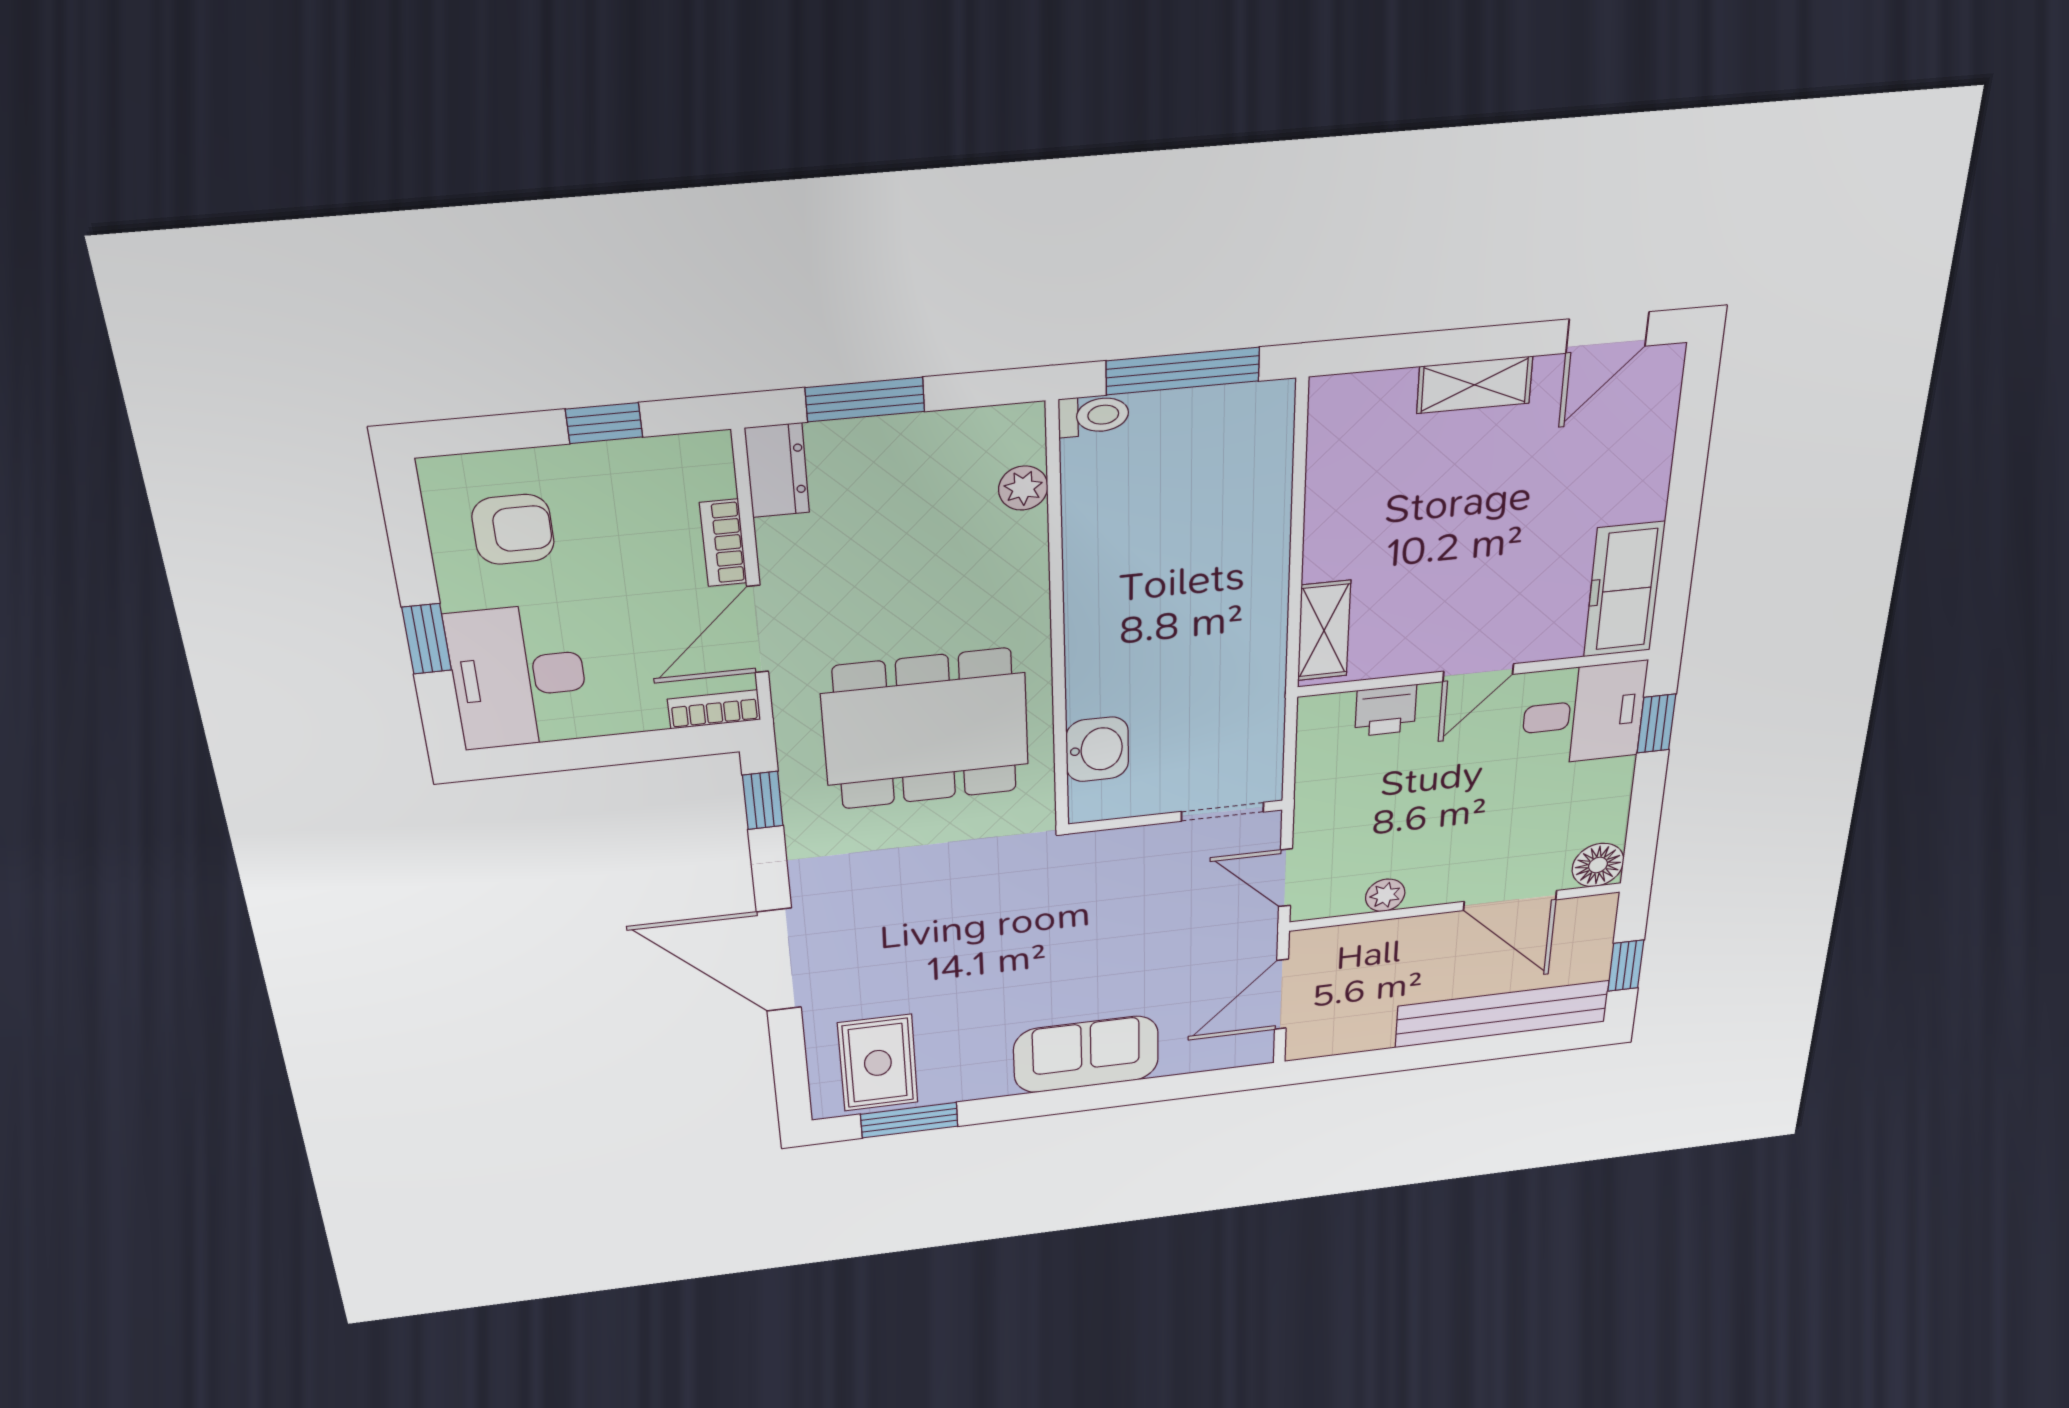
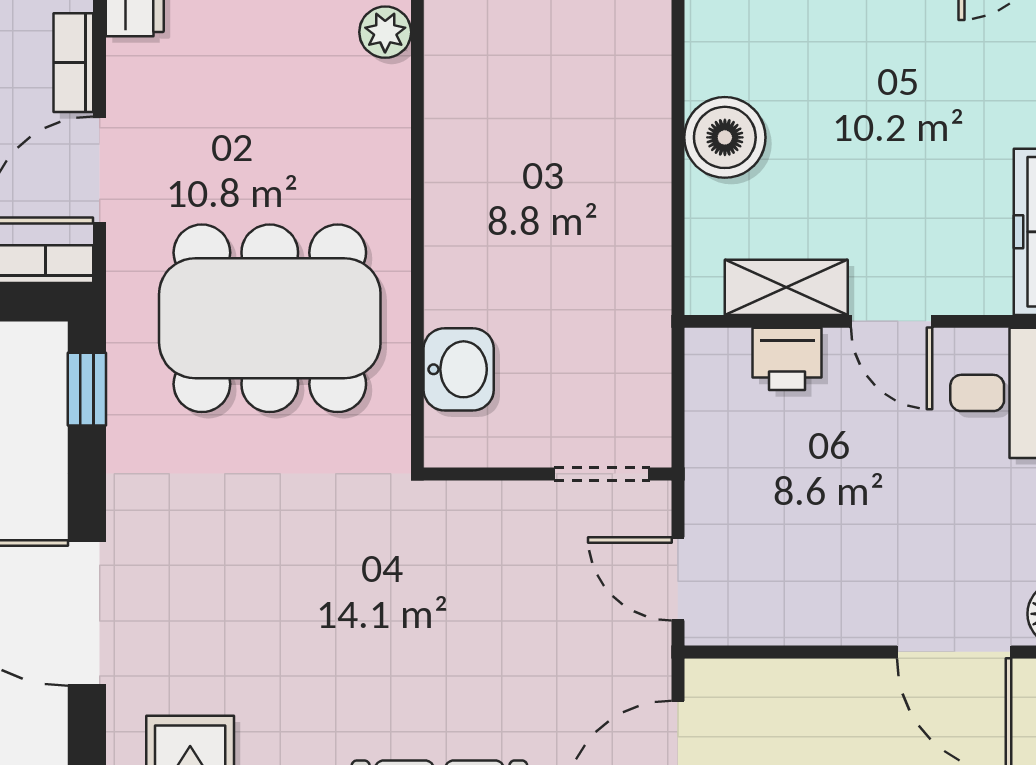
boiler: (1339, 545) -> (725, 137), added
shelving: (1324, 631) -> (786, 287), moved, turned 90
door: (1478, 673) -> (892, 321), hinge flipped
plant: (1385, 895) -> (799, 622), removed

